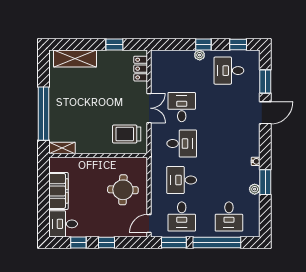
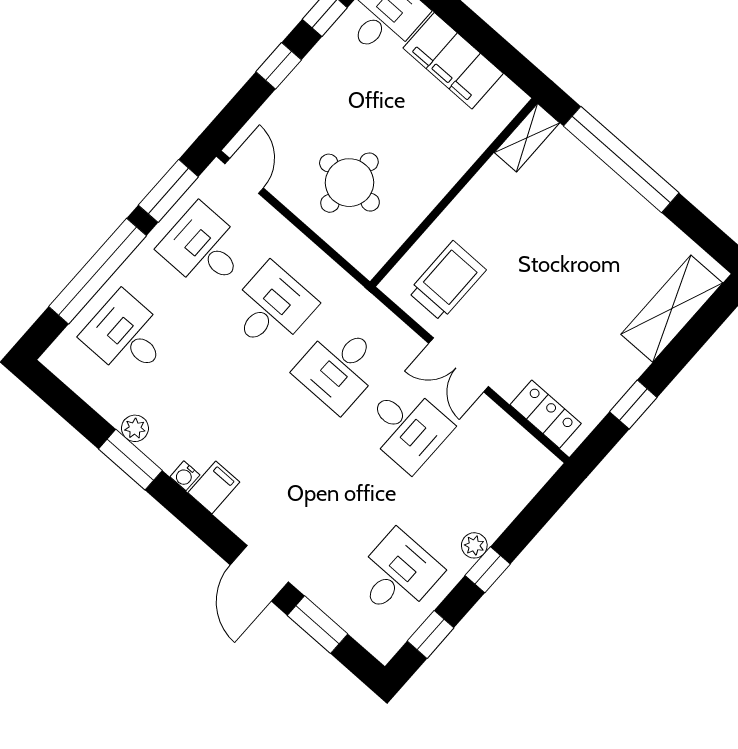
filing cabinet: (251, 150) -> (214, 487), added

